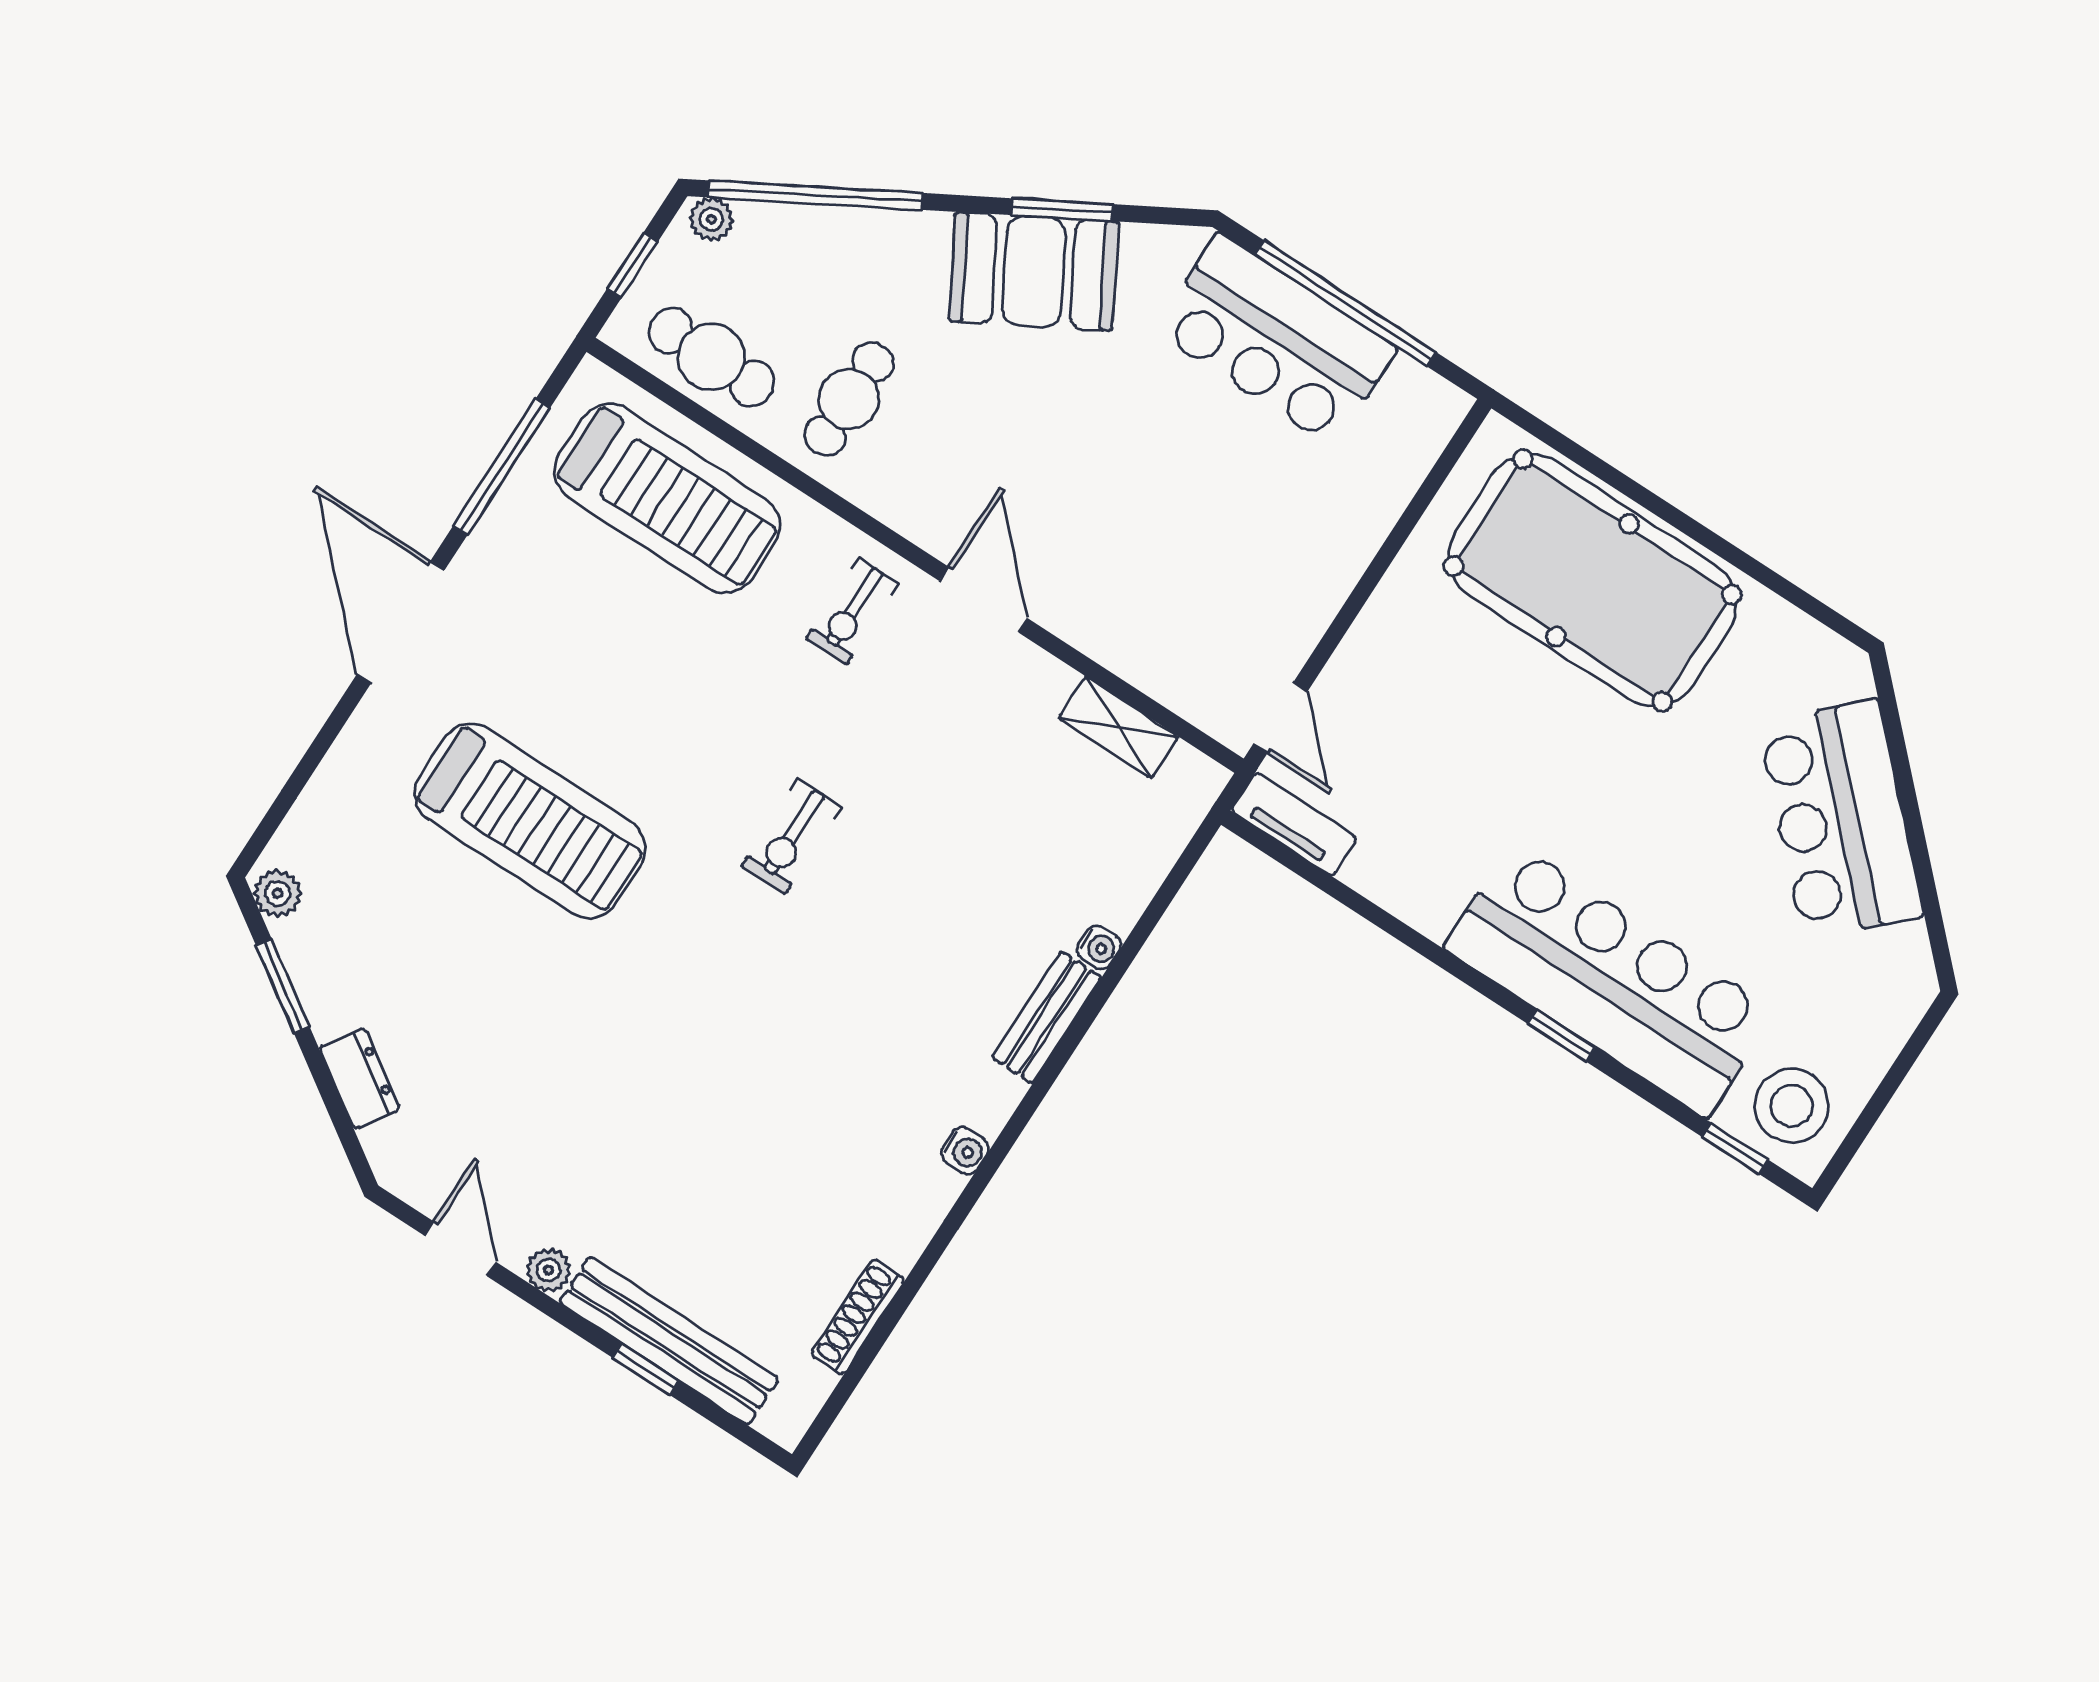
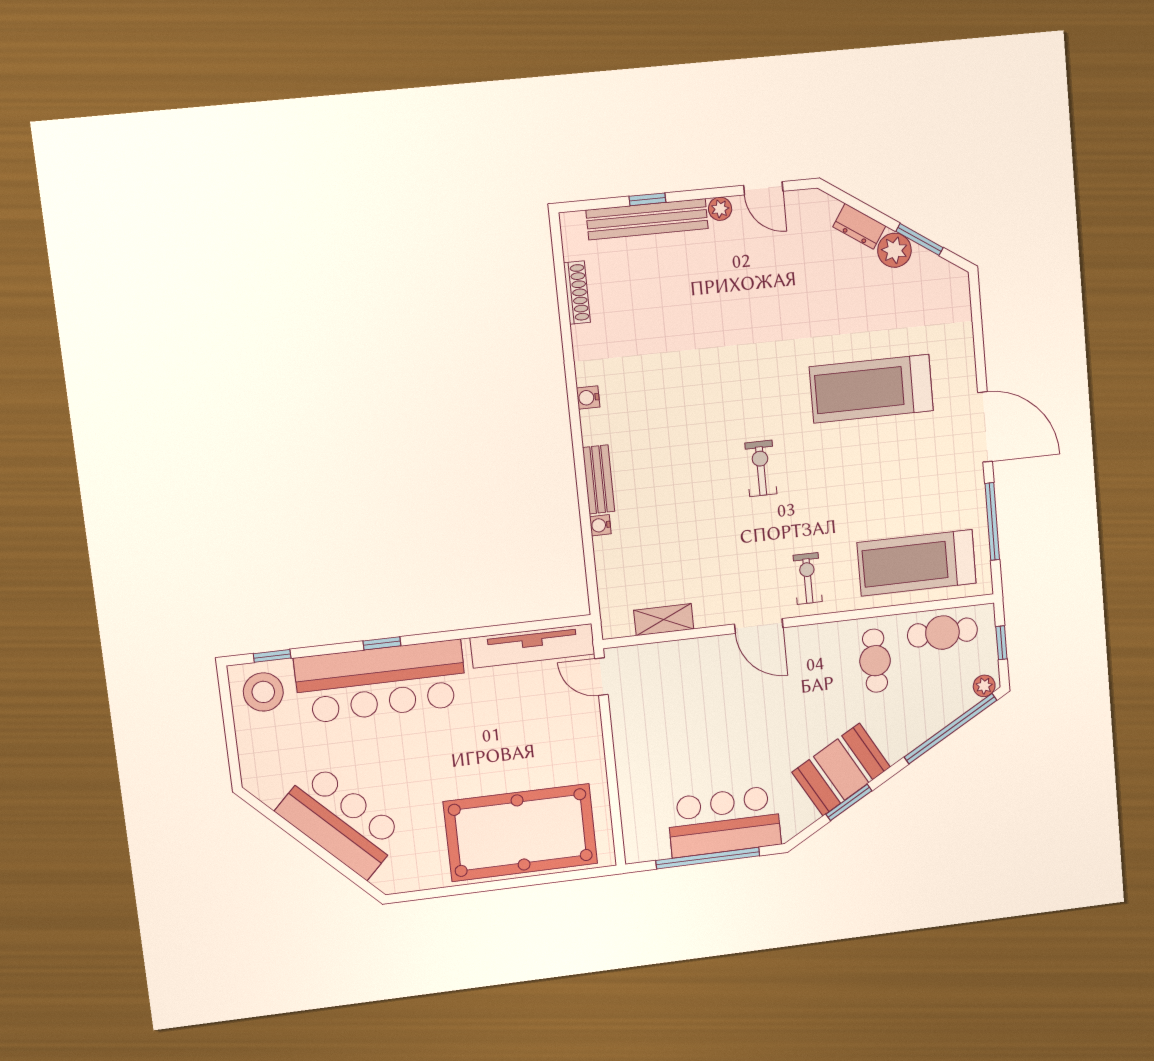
tv unit: (1294, 824) -> (533, 646), width x1.92, depth x1.29
plant: (278, 893) -> (894, 250), moved, width x1.38, depth x1.38

